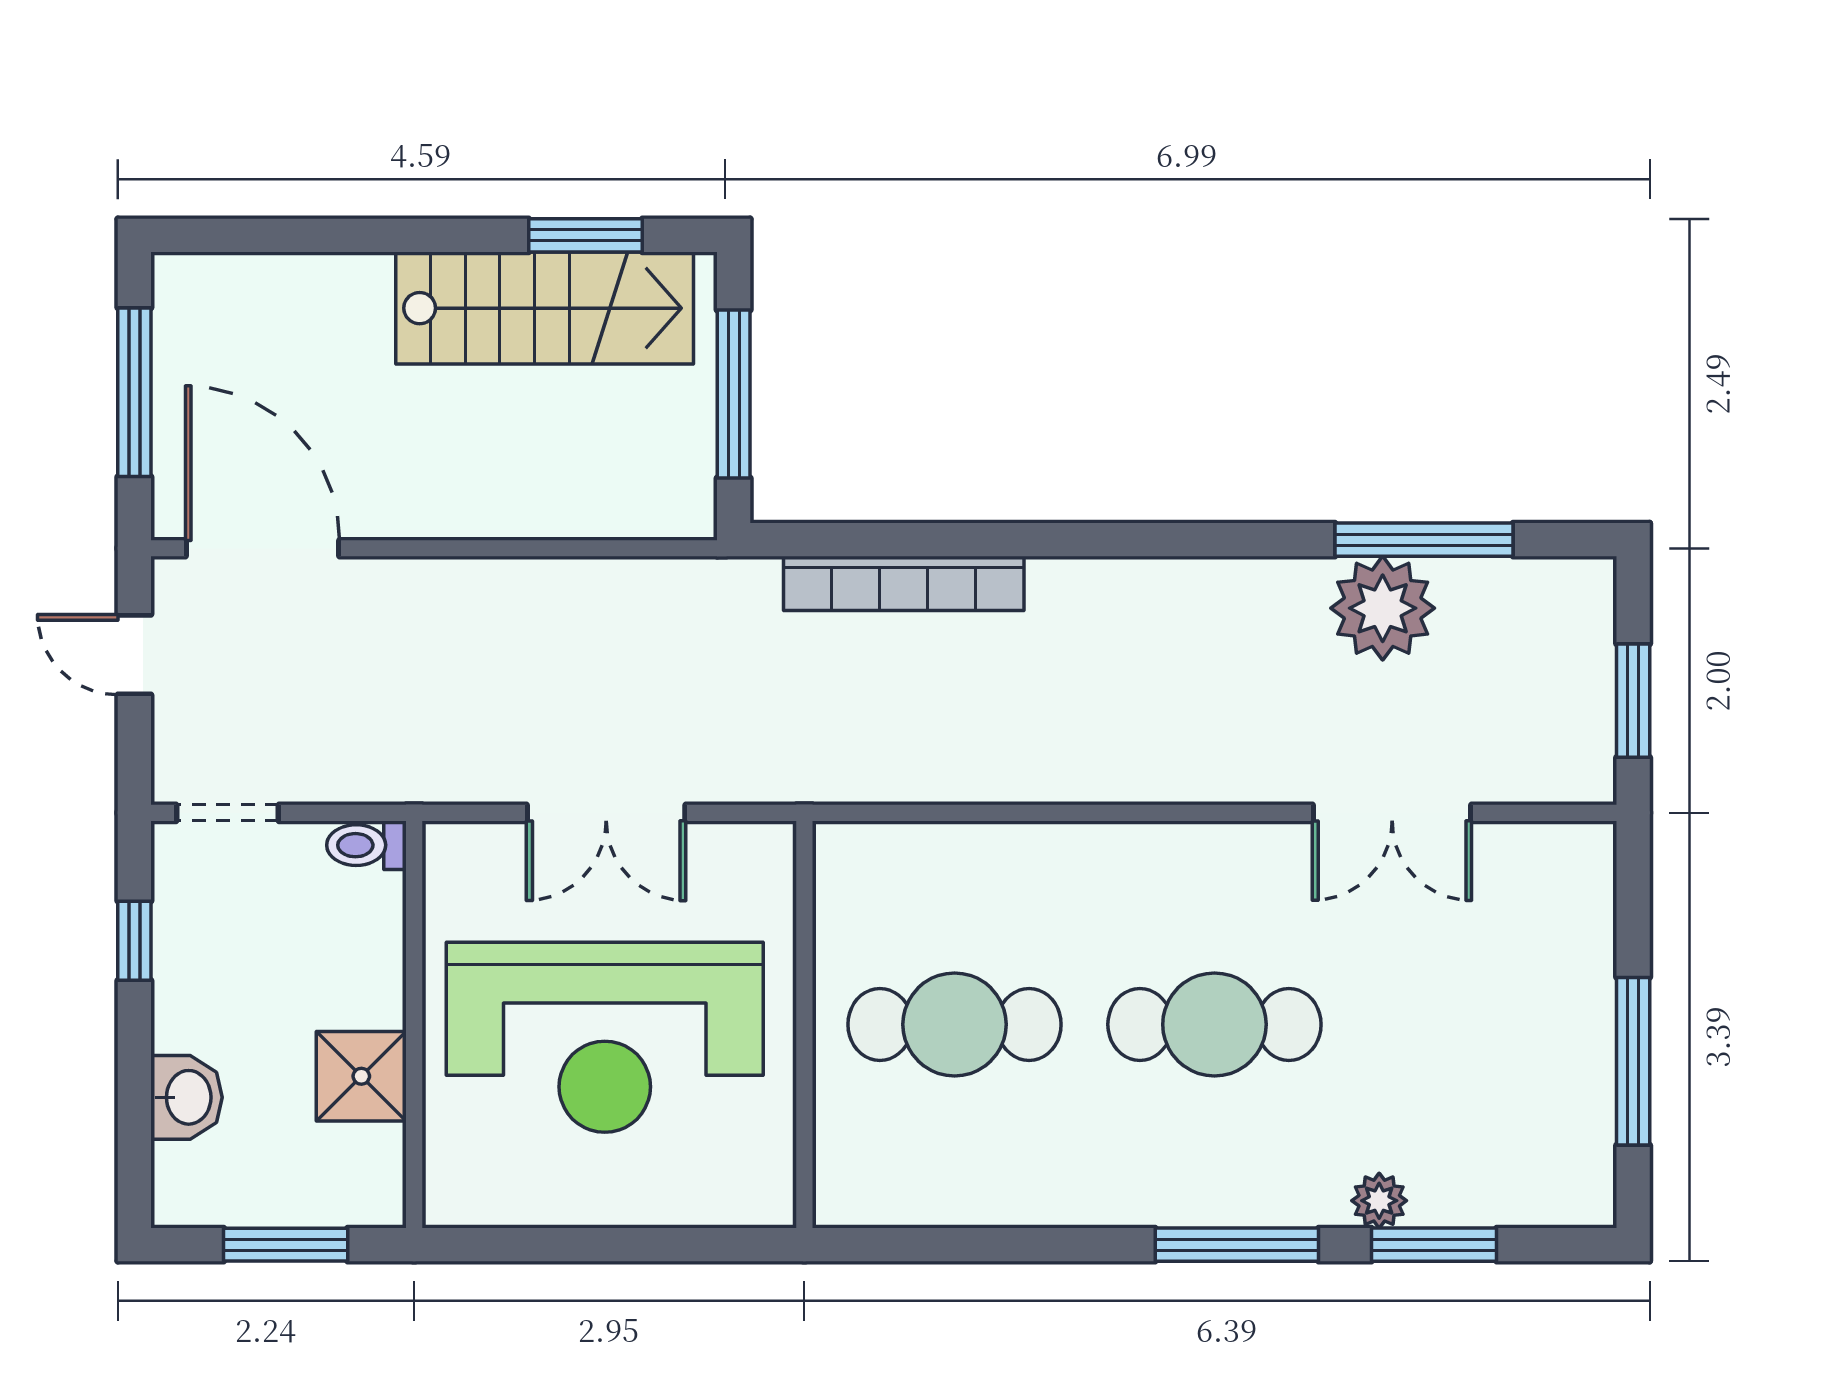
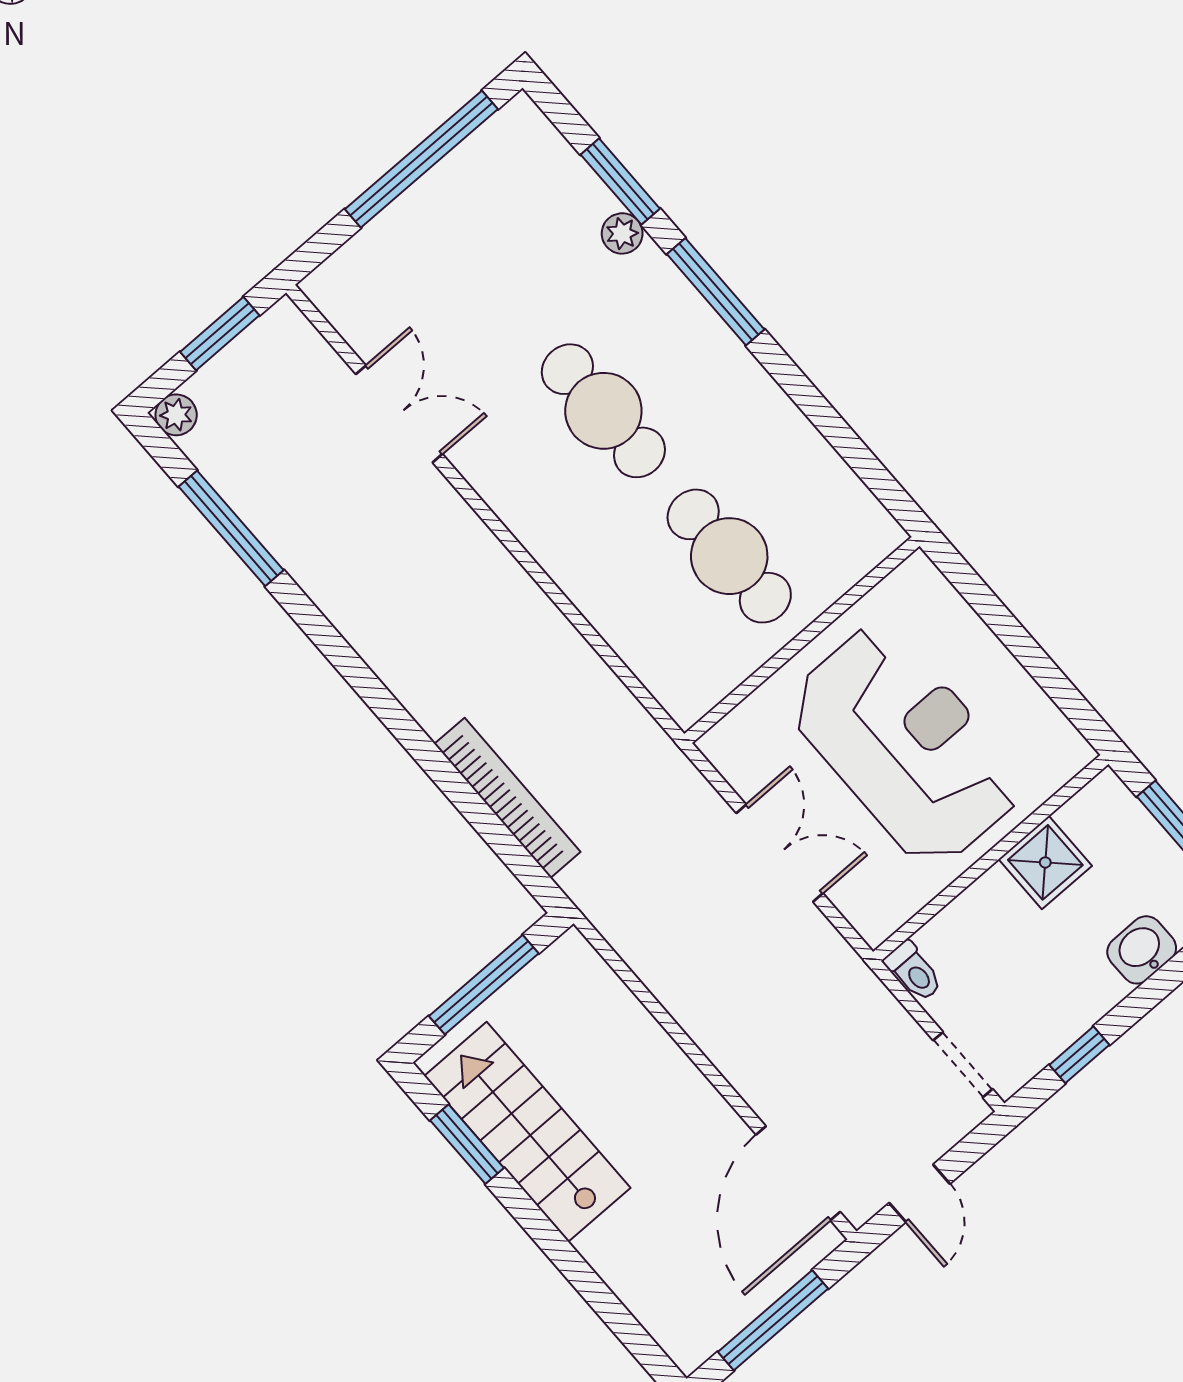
plant: (1383, 608) -> (176, 415), moved, width x0.53, depth x0.53
window: (1633, 1061) -> (421, 159), width x1.46

